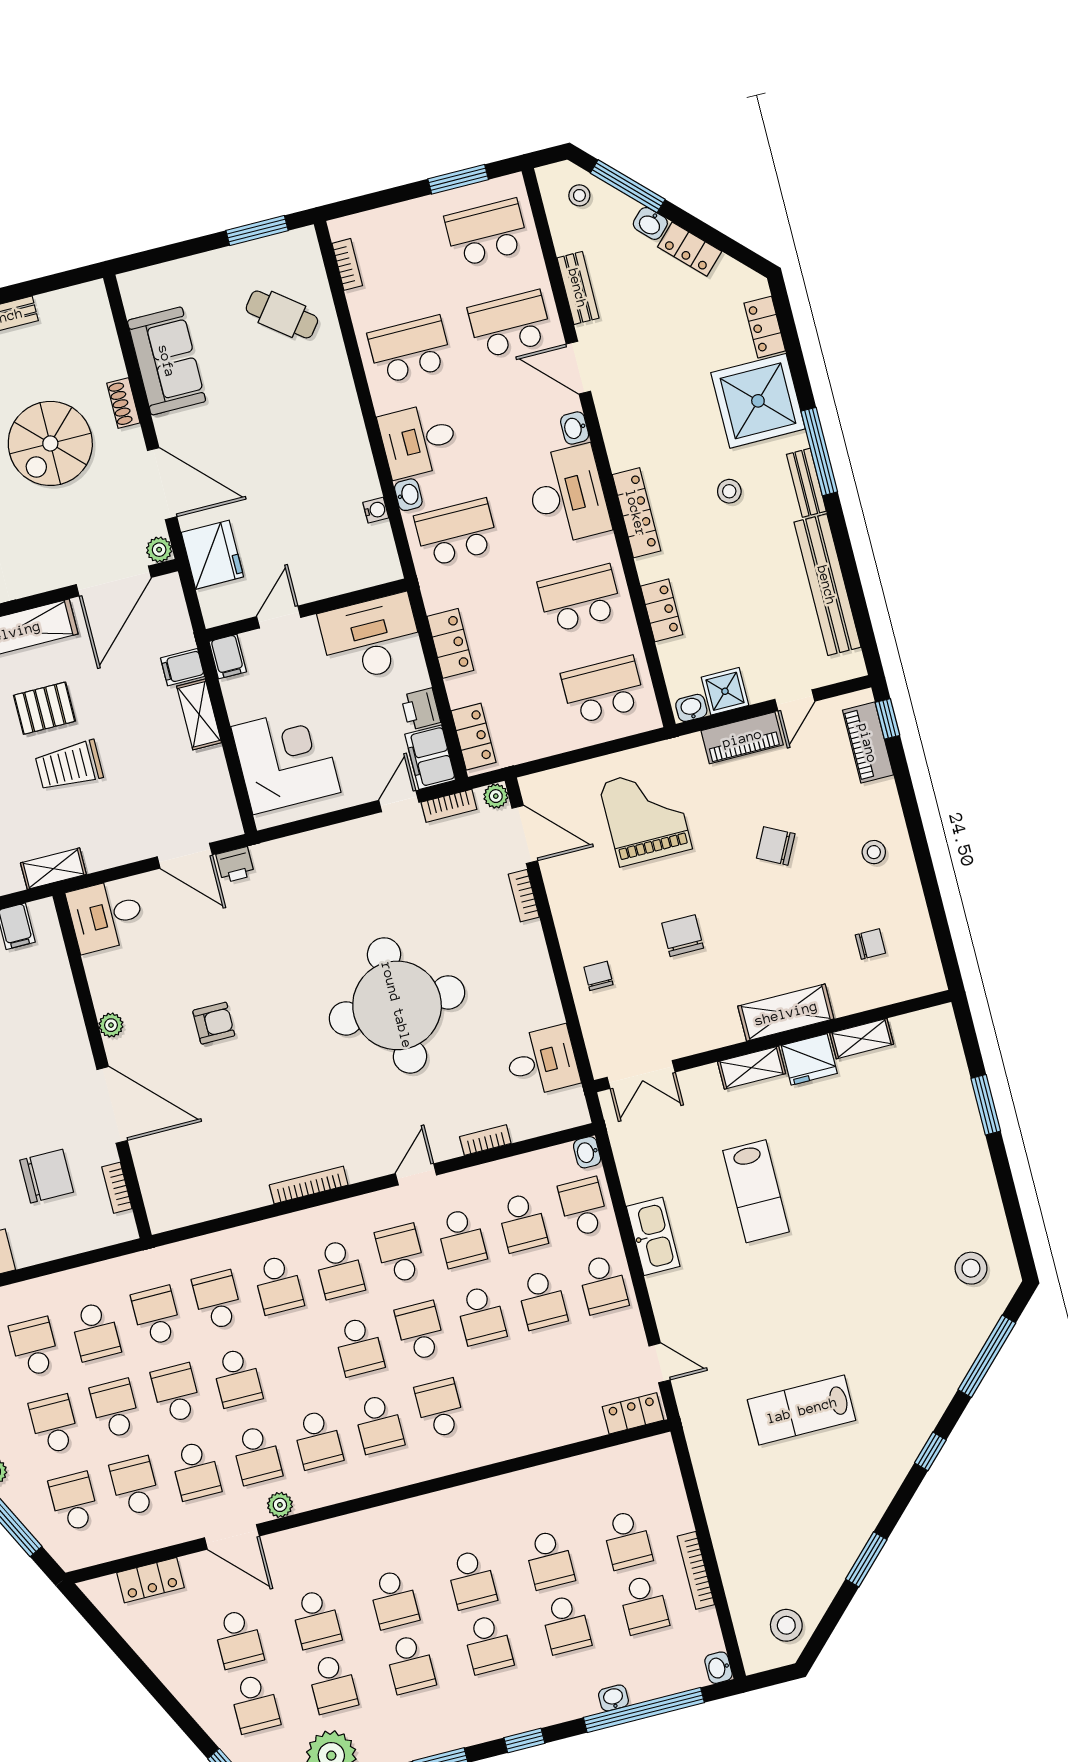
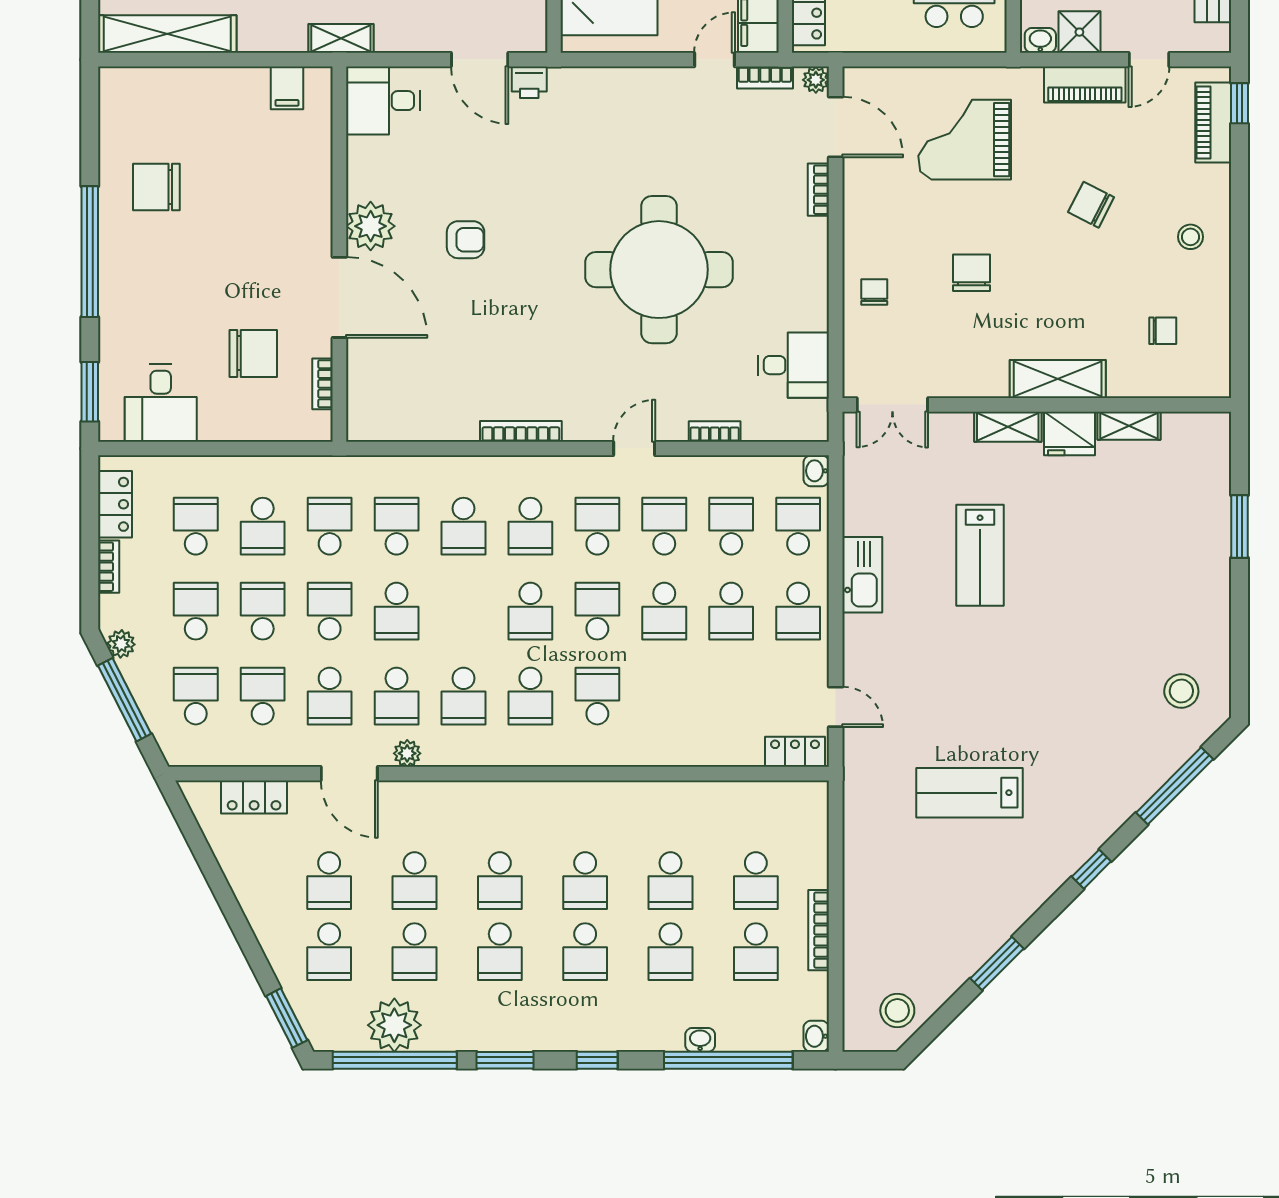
grand piano: (645, 816) -> (965, 140), turned -90
plant: (111, 1025) -> (371, 226), width x1.88, depth x1.88
school desk: (522, 1222) -> (731, 526), turned 180
school desk: (461, 1238) -> (664, 526), turned 180

